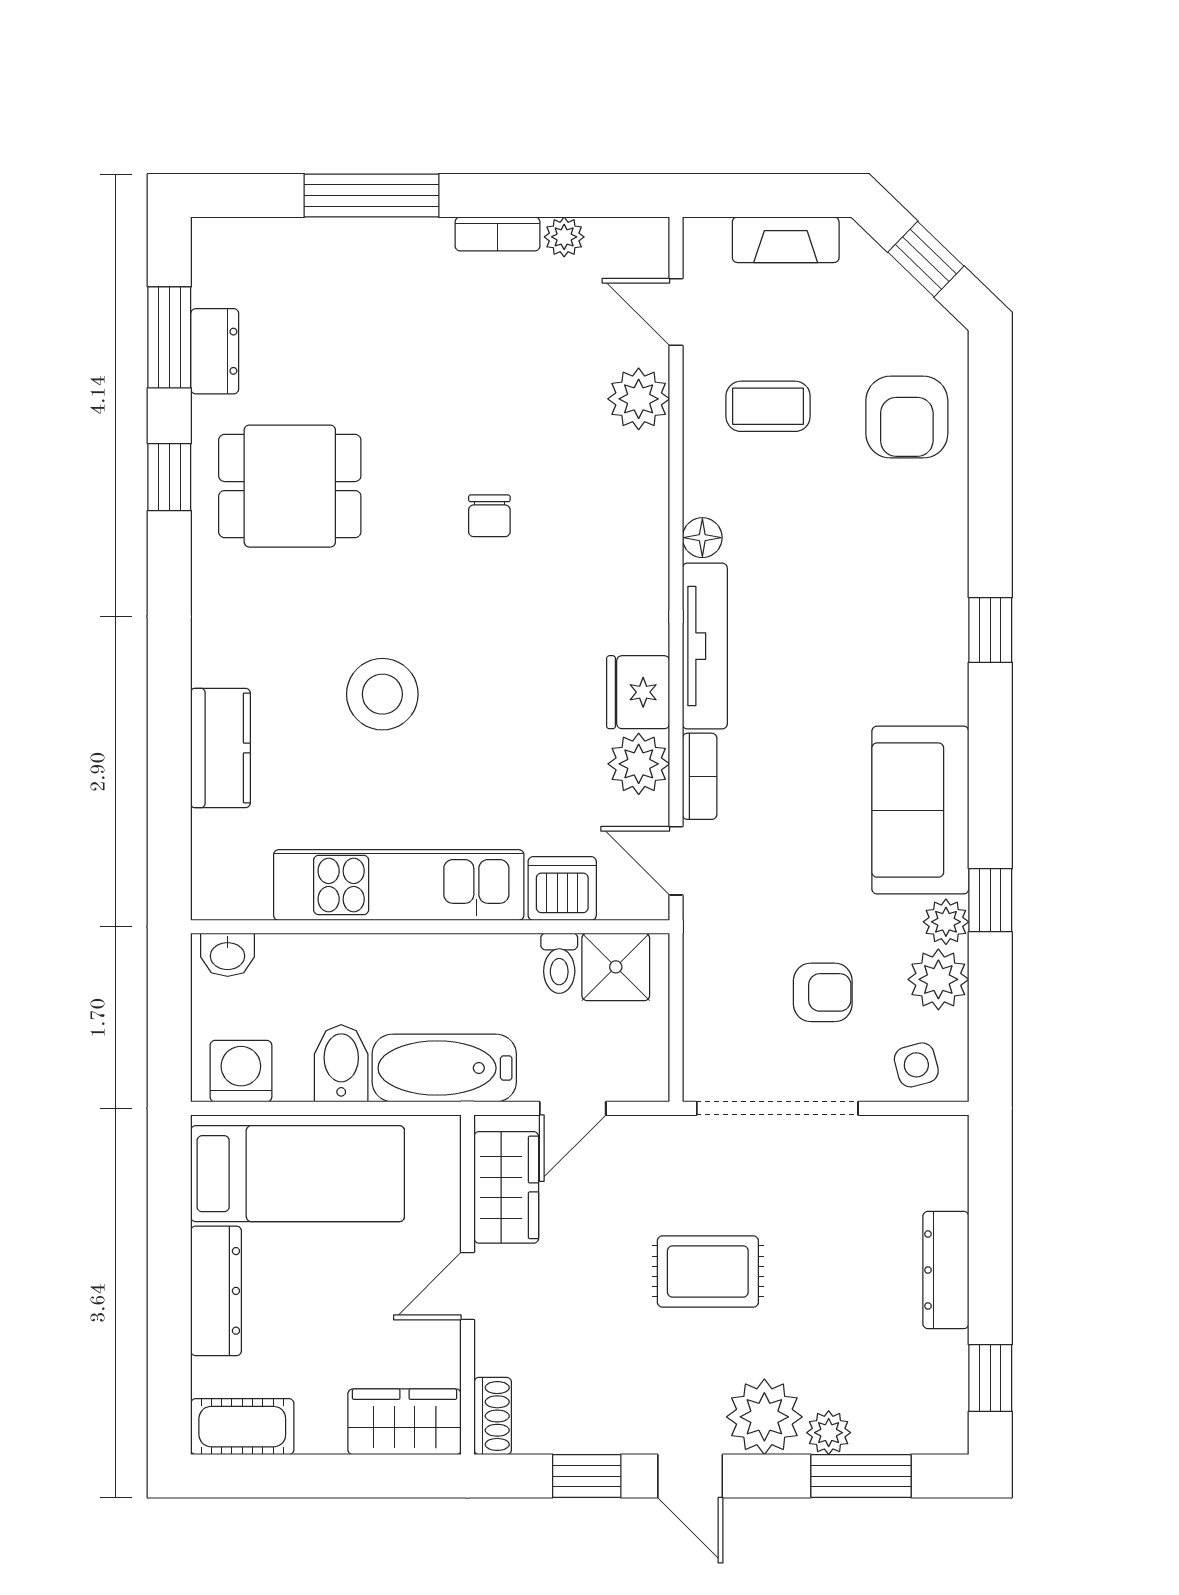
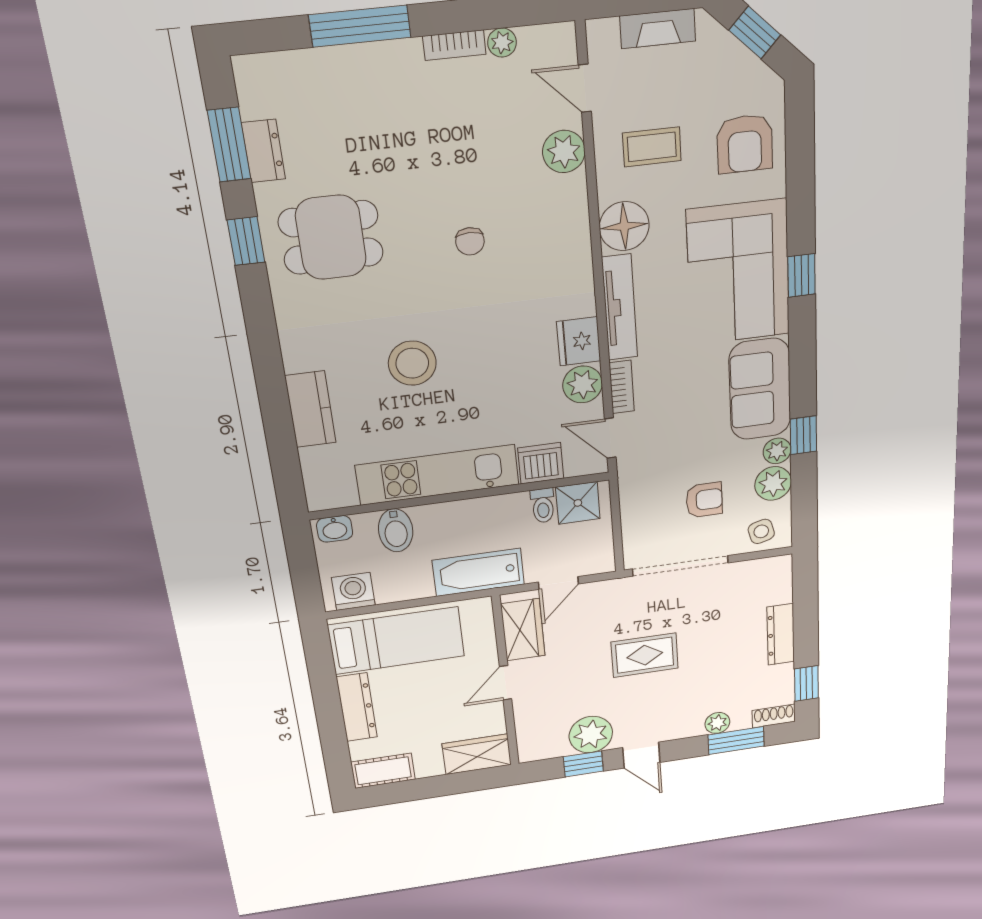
floor lamp: (702, 538) -> (624, 226), width x1.89, depth x1.89
corner sofa: (891, 614) -> (739, 273), added
bidet: (341, 1063) -> (396, 530), moved, turned 180
shoe rack: (493, 1416) -> (774, 716), moved, turned -90
plant: (764, 1417) -> (591, 735), moved

